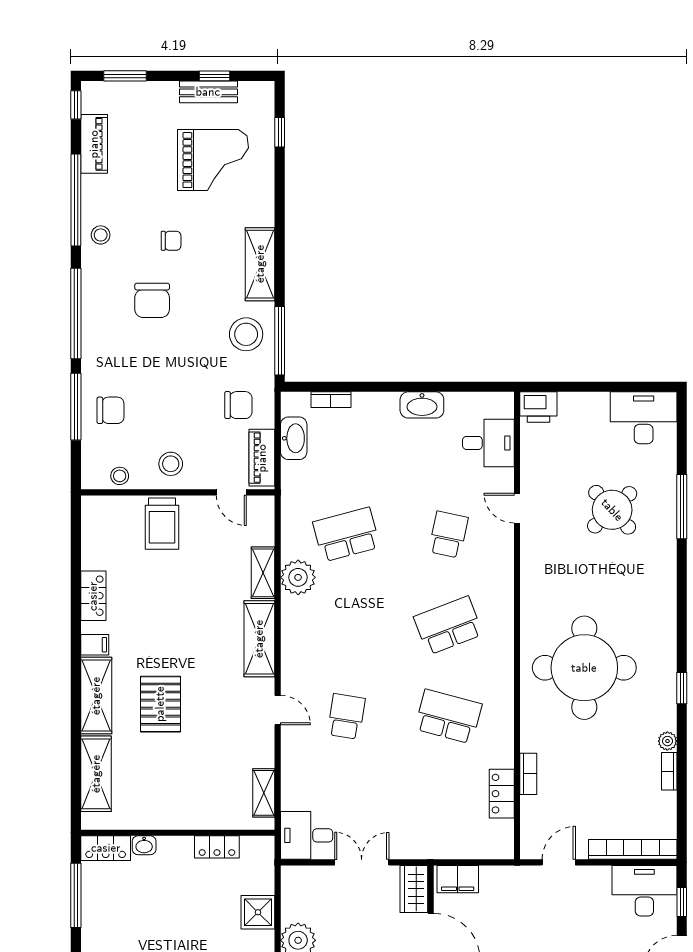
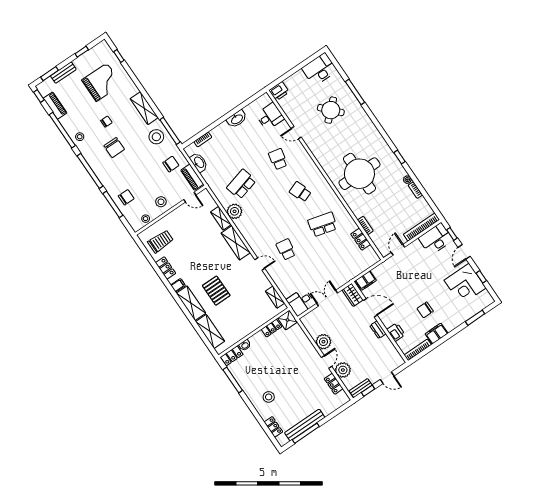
bench: (208, 92) -> (63, 73), moved
trolley: (162, 524) -> (161, 241), moved, turned -90
school desk: (448, 626) -> (300, 192), width x0.54
shower: (258, 912) -> (288, 320), moved

